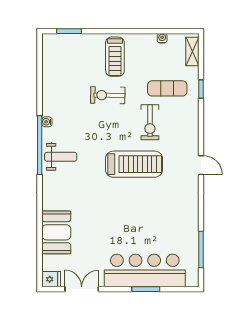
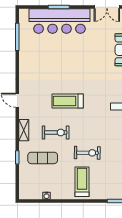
shelving: (192, 51) -> (24, 130), moved
exercise bike: (150, 122) -> (56, 132), turned 90
treadmill: (134, 164) -> (68, 101), width x0.73, depth x0.73

